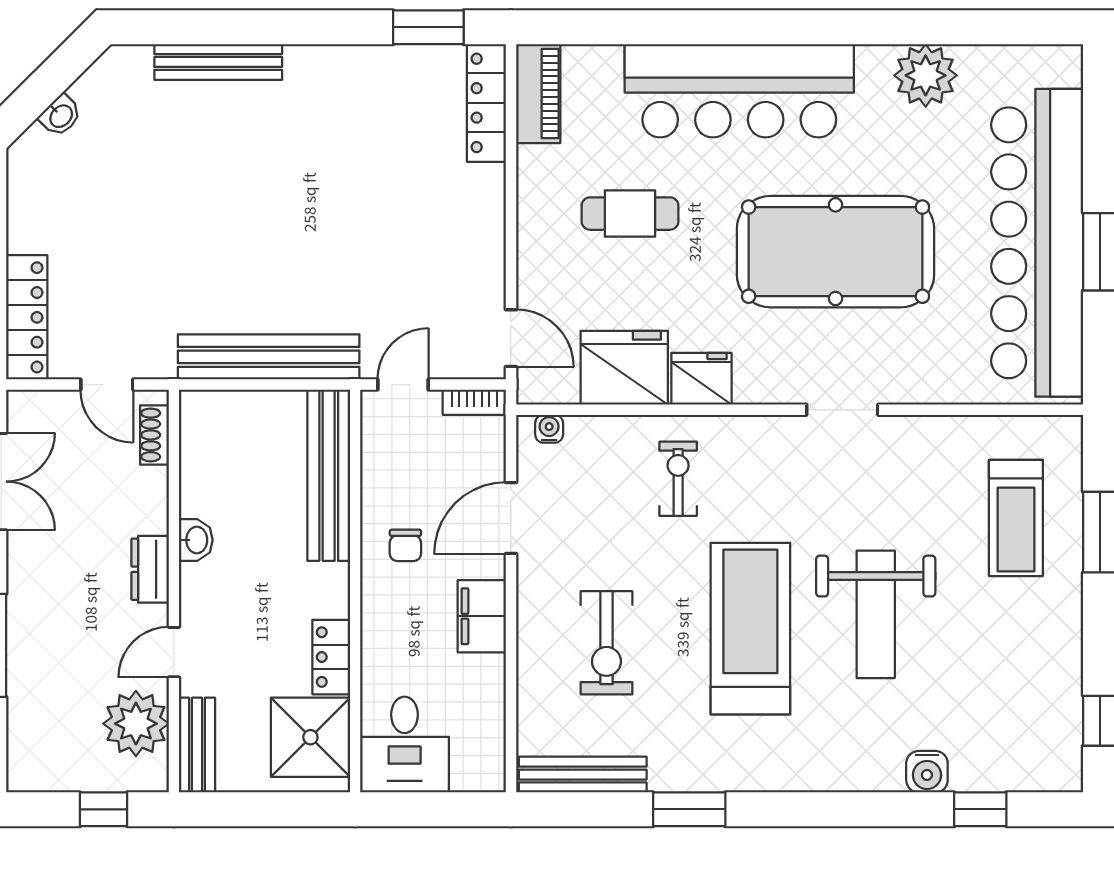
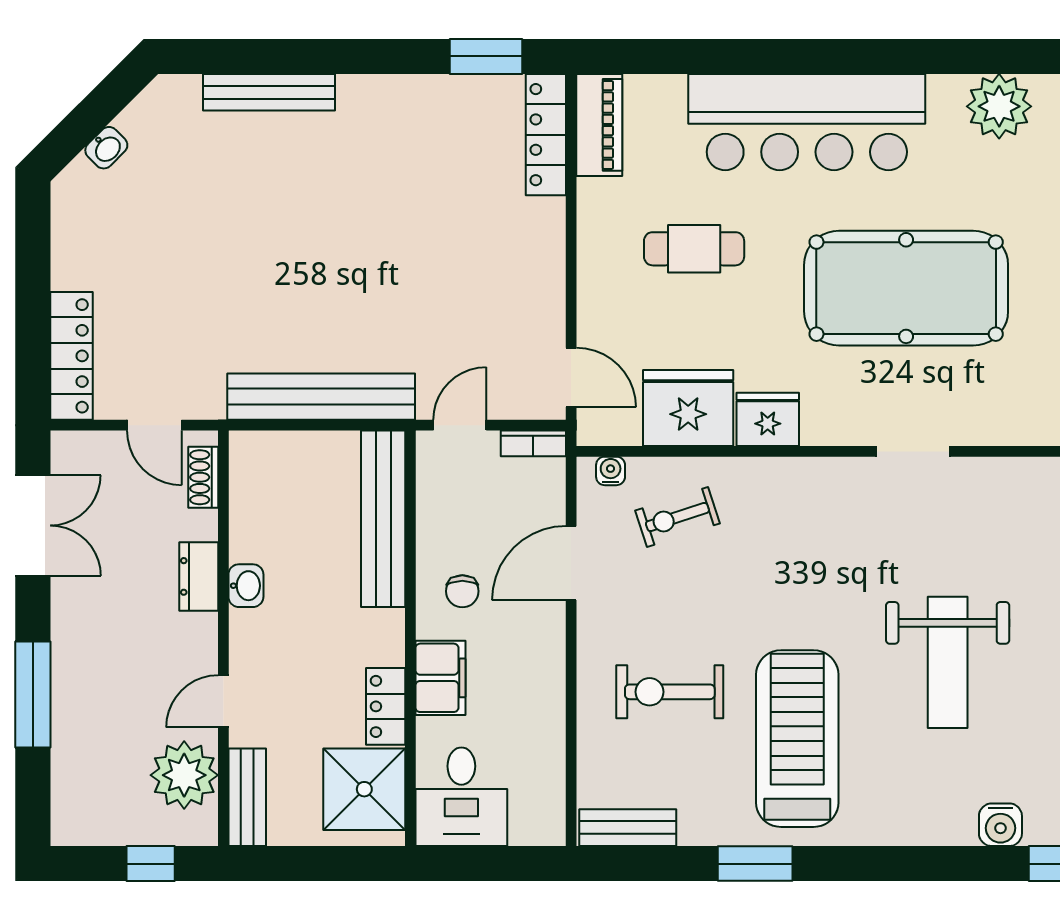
exercise bike: (678, 479) -> (677, 517), moved, turned -108
dresser: (150, 569) -> (199, 576), moved
filing cabinet: (482, 616) -> (440, 678), moved, turned 180
treadmill: (750, 629) -> (797, 739), moved
exercise bike: (606, 643) -> (670, 692), turned 90
bench: (583, 775) -> (628, 828), width x0.73

